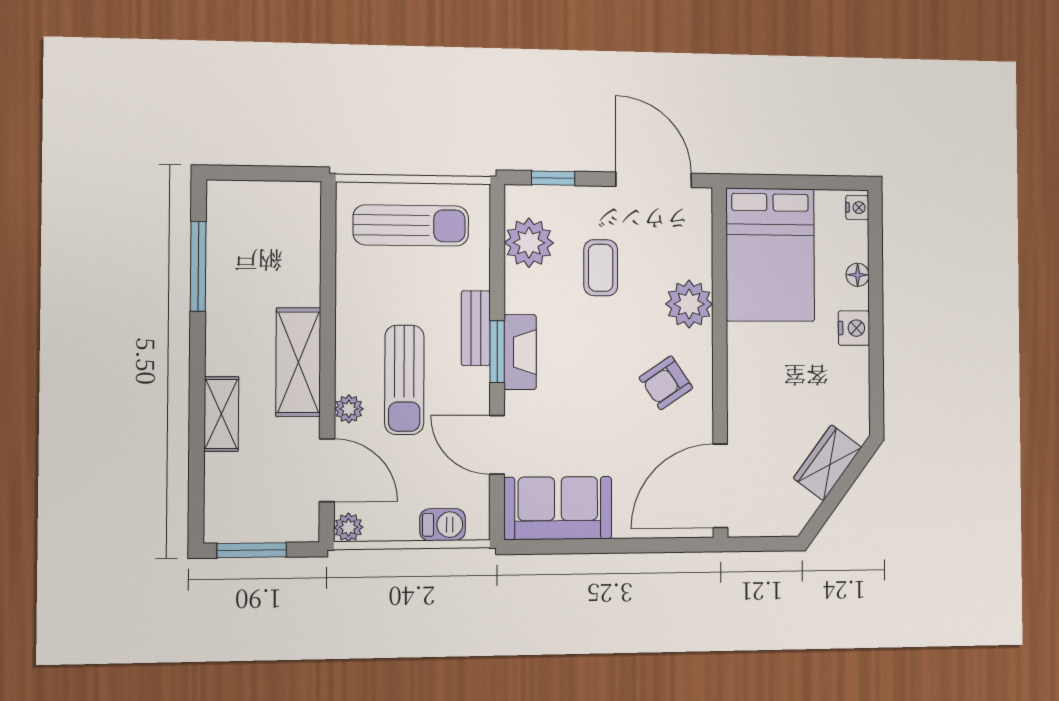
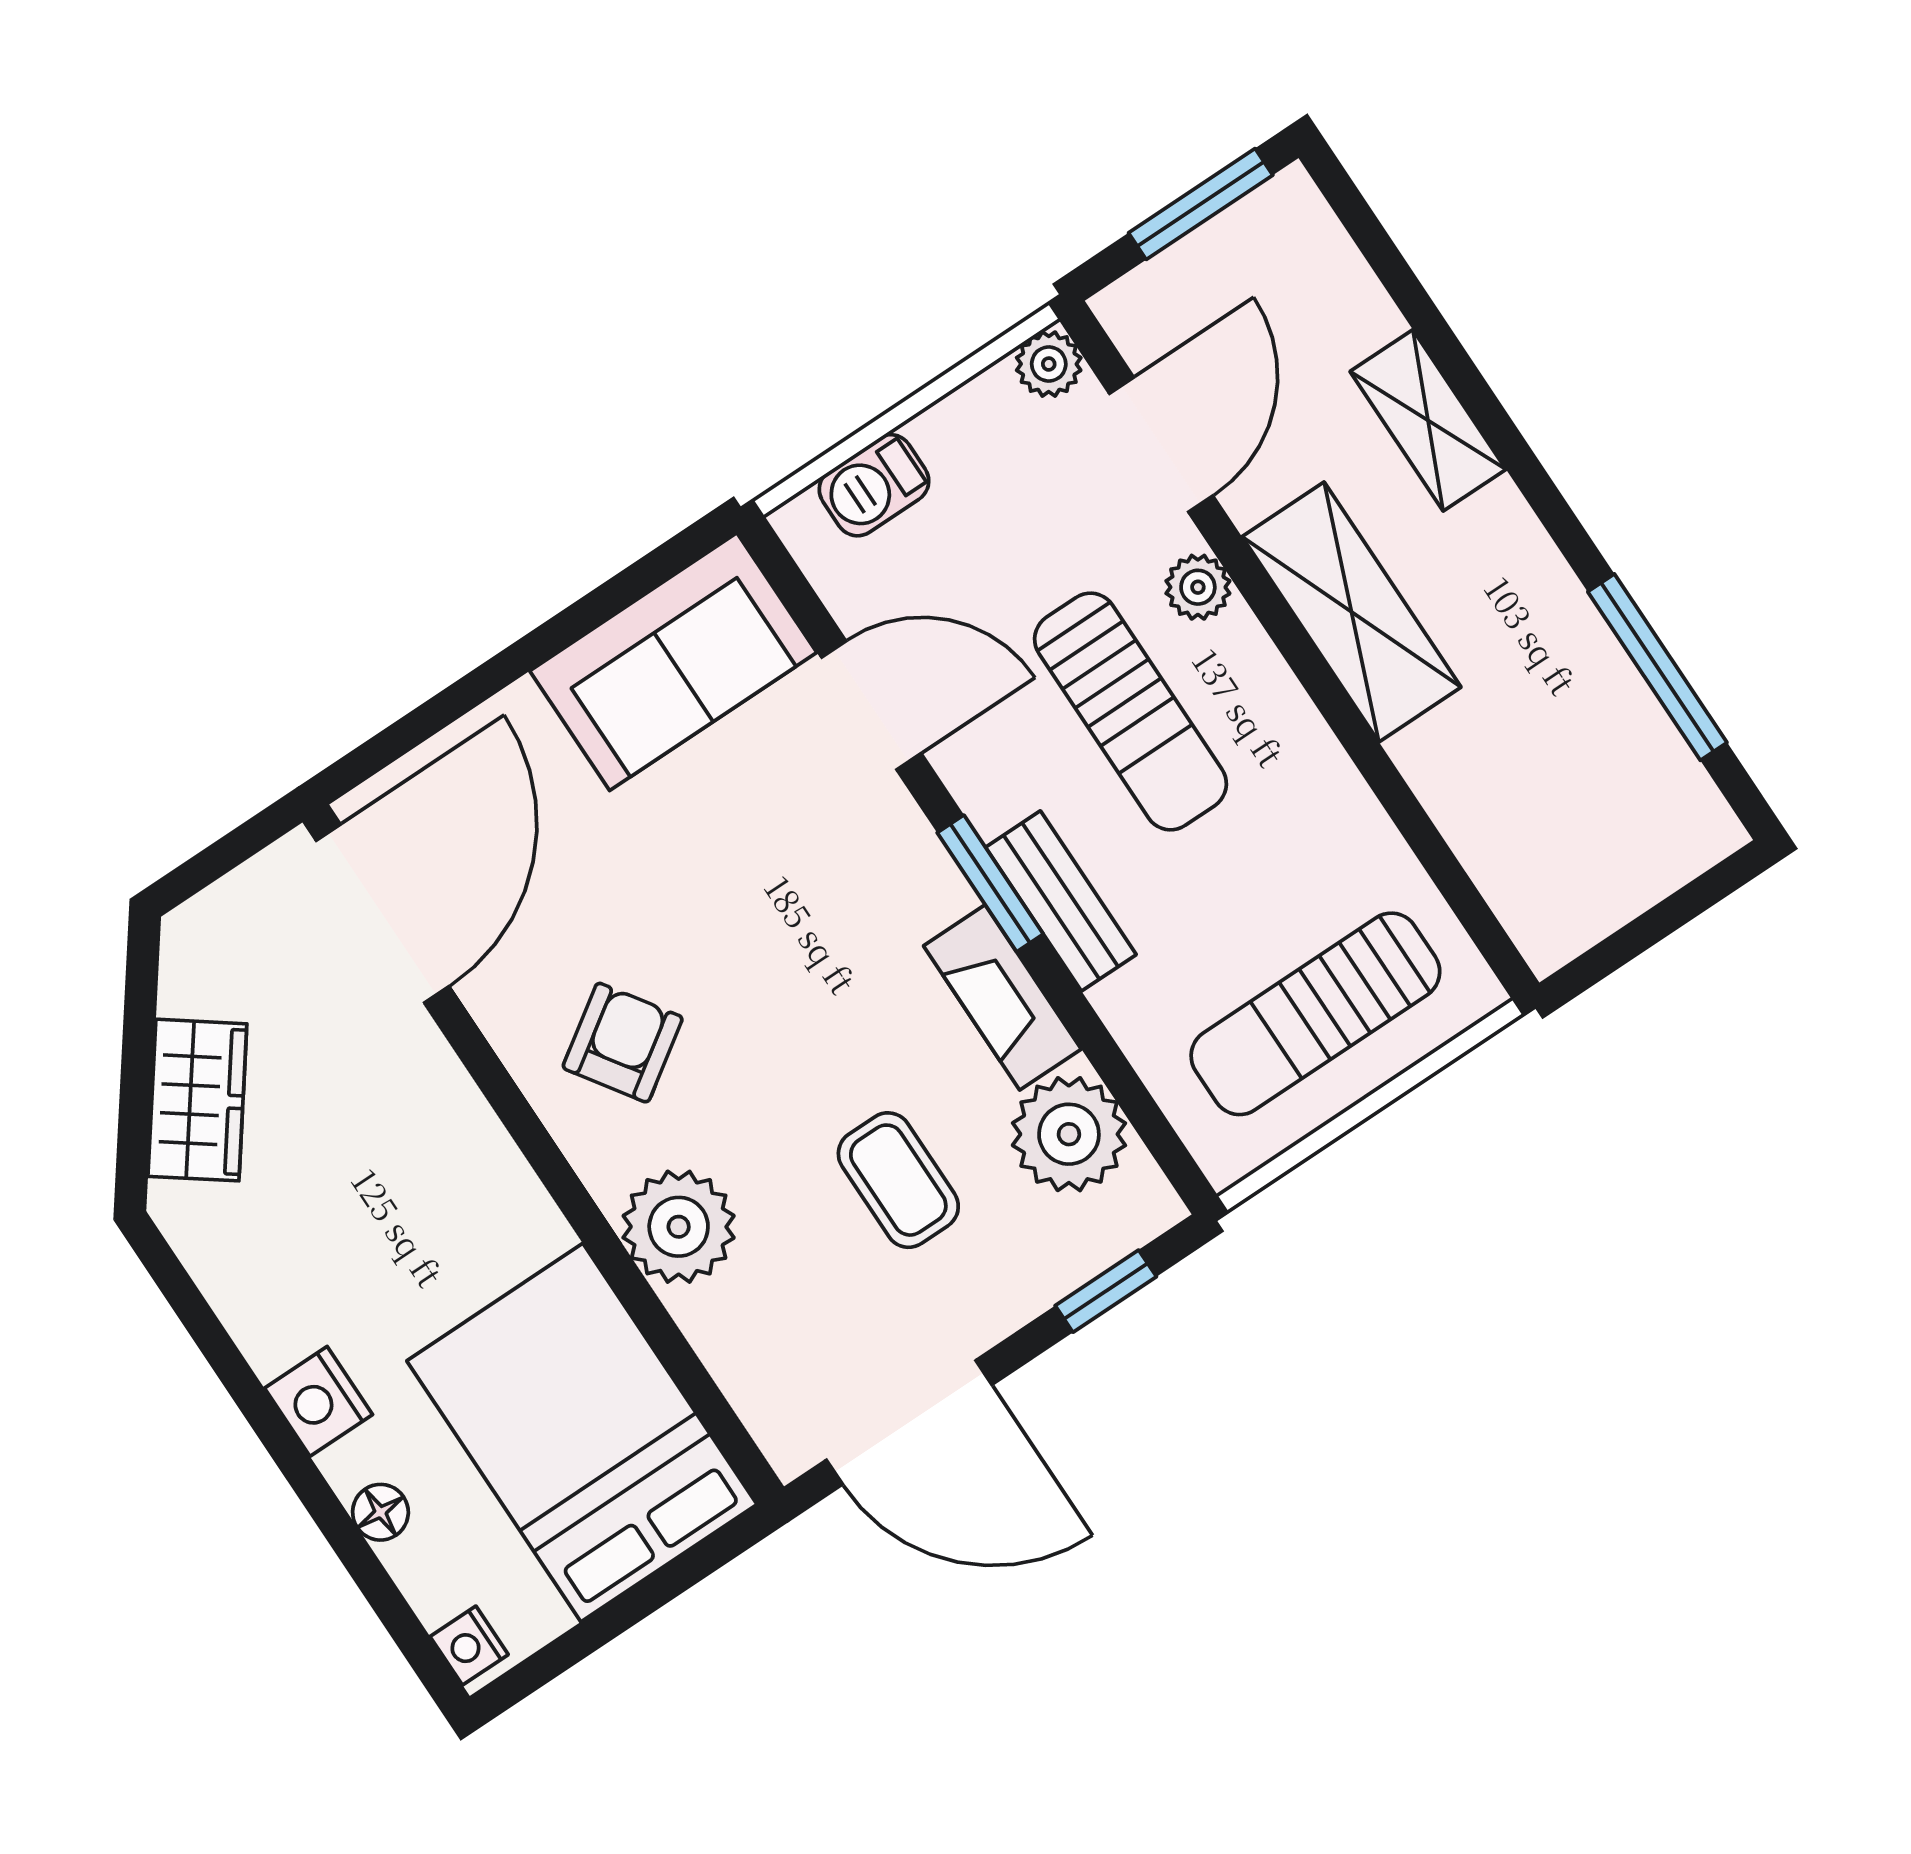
fireplace: (520, 352) -> (1002, 997), moved
sun lounger: (404, 380) -> (1131, 712), turned 180
door: (327, 470) -> (1161, 445), swing flipped

